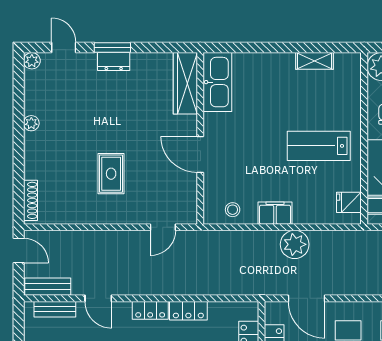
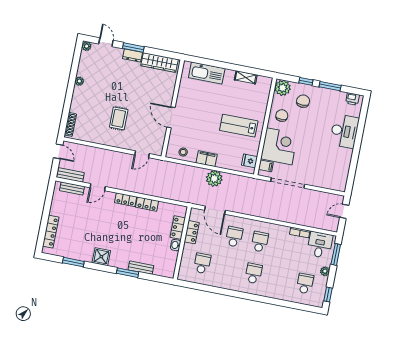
kitchen sink: (217, 82) -> (207, 73), moved, turned 90
wardrobe: (185, 83) -> (159, 62), moved, turned -90
door: (98, 298) -> (98, 187), hinge flipped

